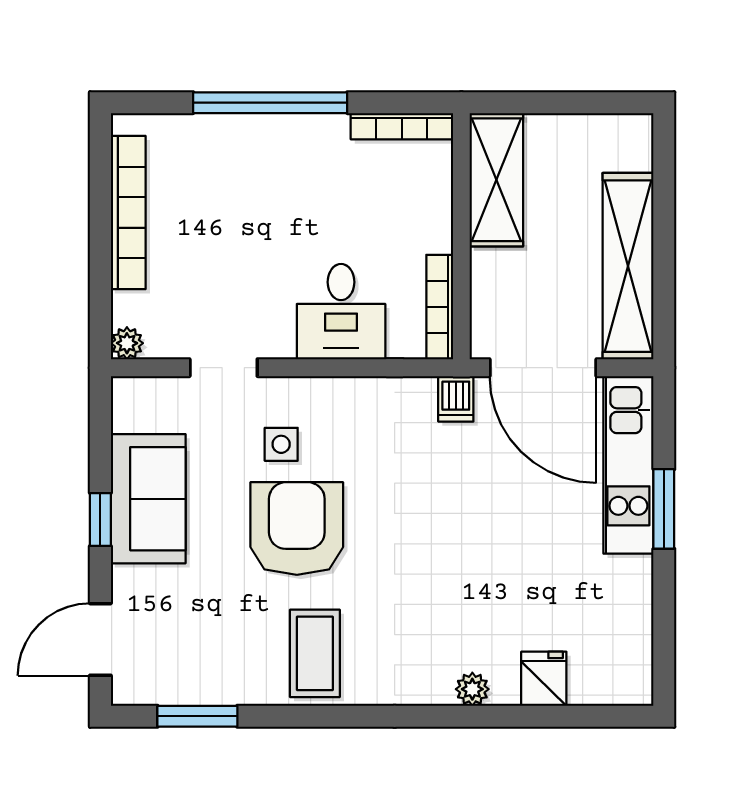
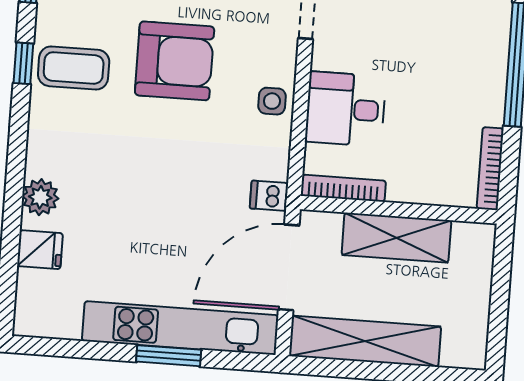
shelving: (496, 180) -> (396, 238), moved
side table: (281, 444) -> (272, 101), moved
kitchen unit: (628, 465) -> (180, 328), width x1.36
plant: (472, 689) -> (40, 197), width x1.38, depth x1.38
window: (314, 716) -> (23, 63), added

